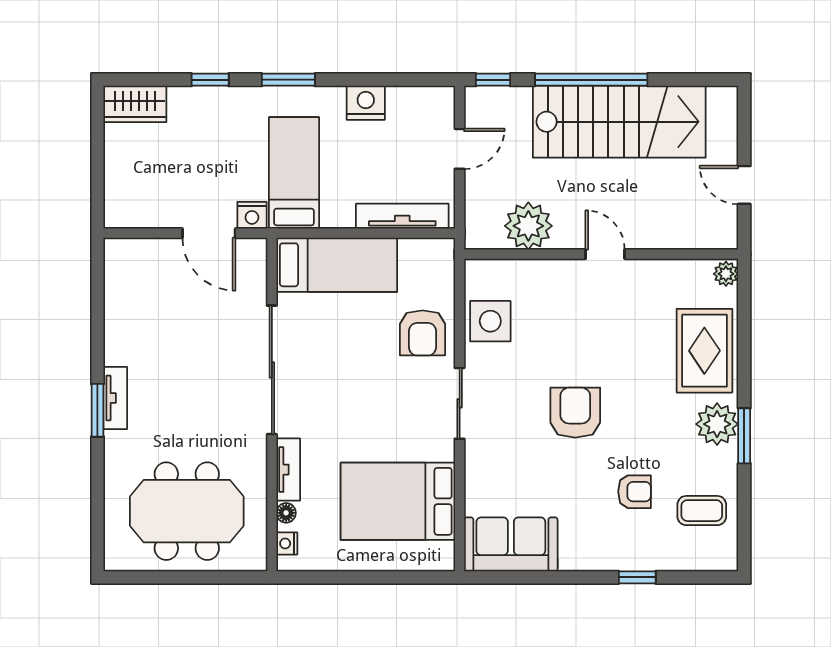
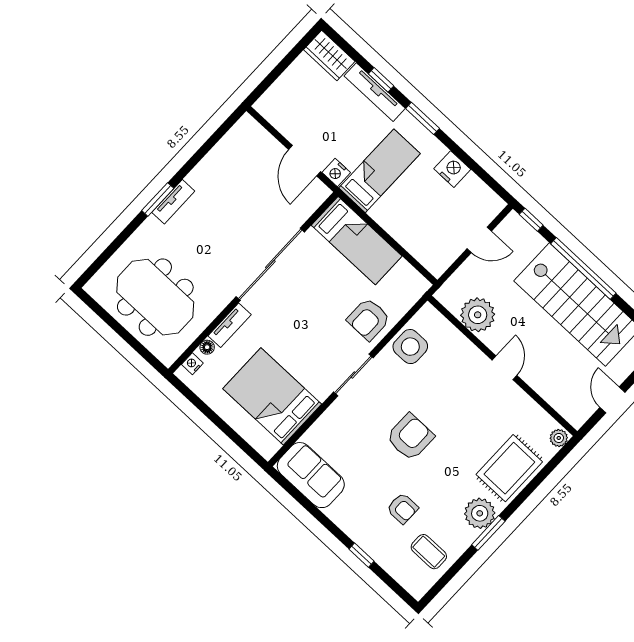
tv unit: (402, 216) -> (375, 92), moved, turned 180

